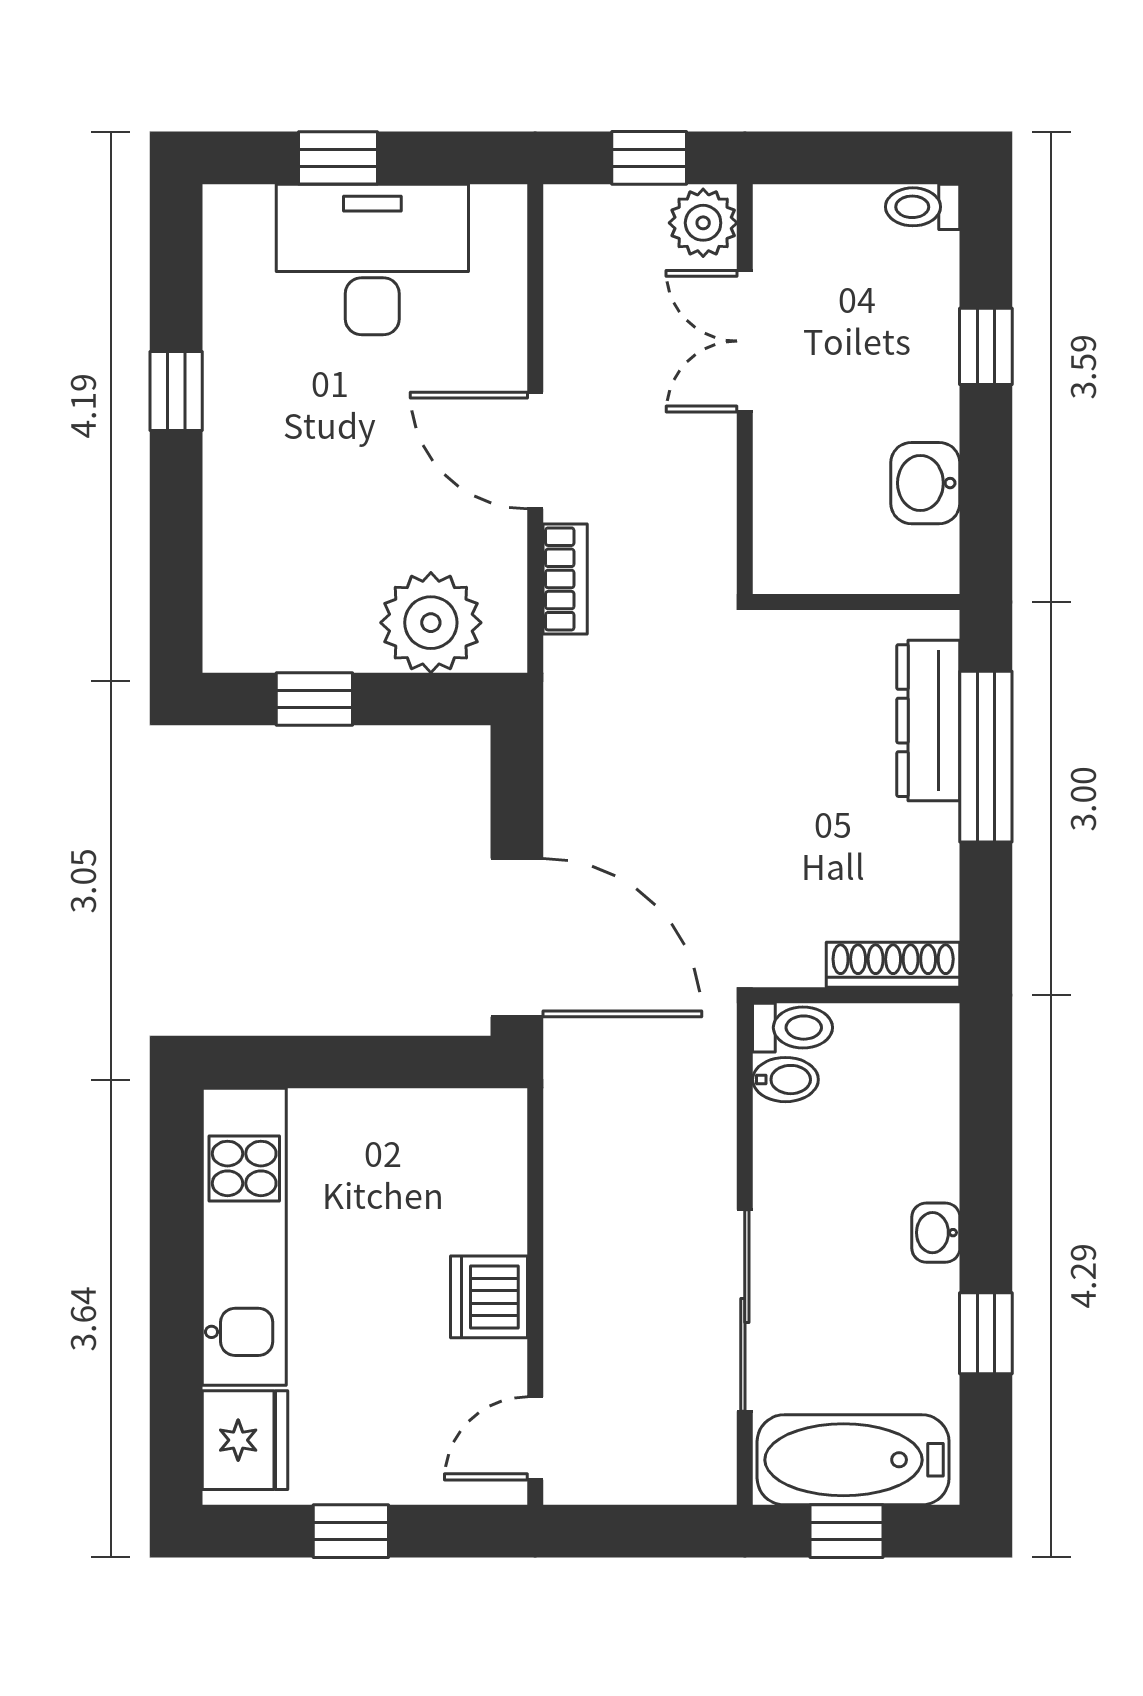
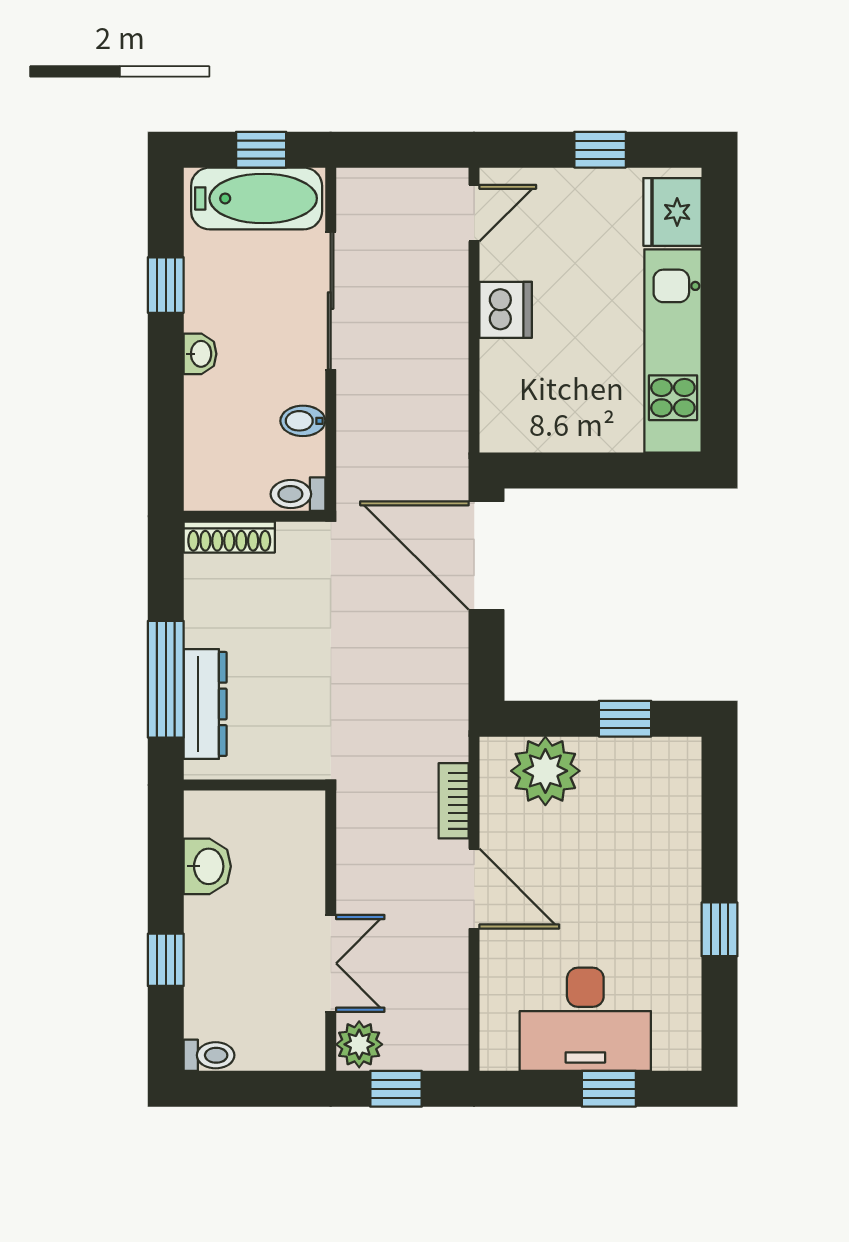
bidet: (785, 1080) -> (303, 421), moved

